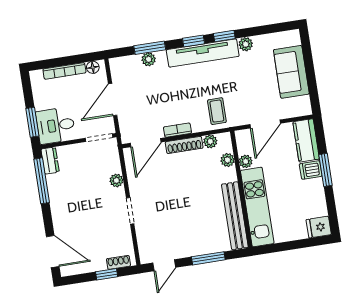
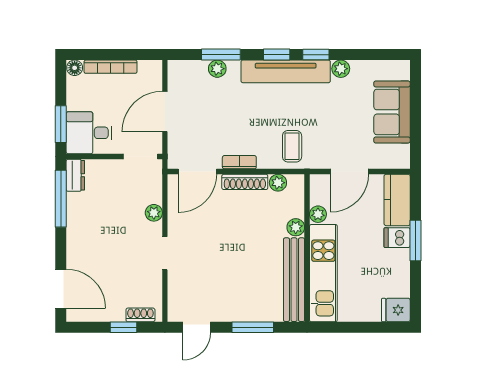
floor lamp: (93, 67) -> (75, 68), moved
plant: (228, 160) -> (296, 227), moved

